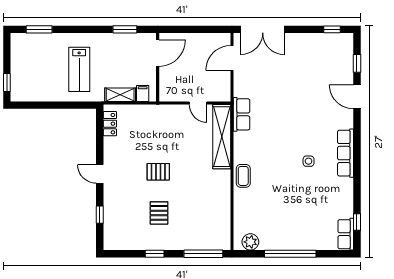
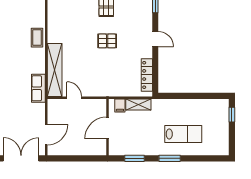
window: (39, 29) -> (170, 158), moved
door: (158, 53) -> (108, 128), moved
lab bench: (79, 69) -> (183, 134), moved, turned 90
locker: (110, 124) -> (147, 75), width x1.53

